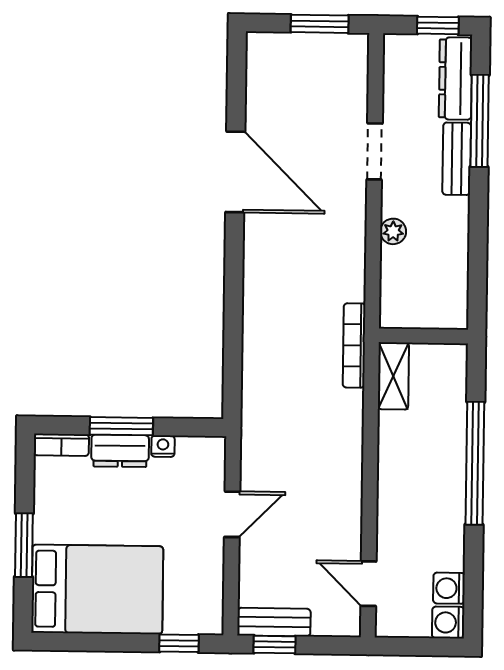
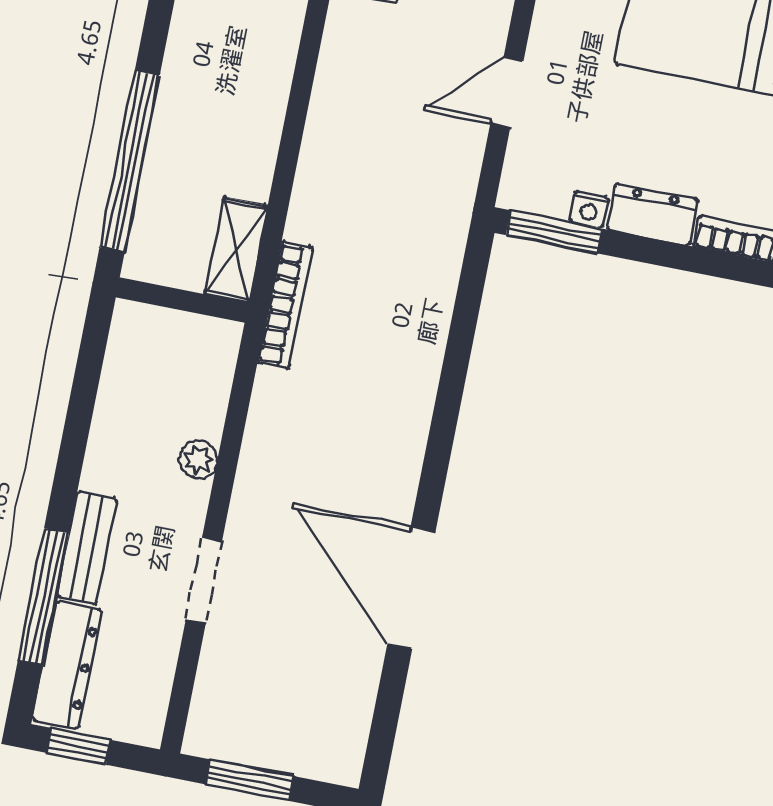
window: (121, 426) -> (554, 232), moved
window: (475, 463) -> (130, 161), moved

